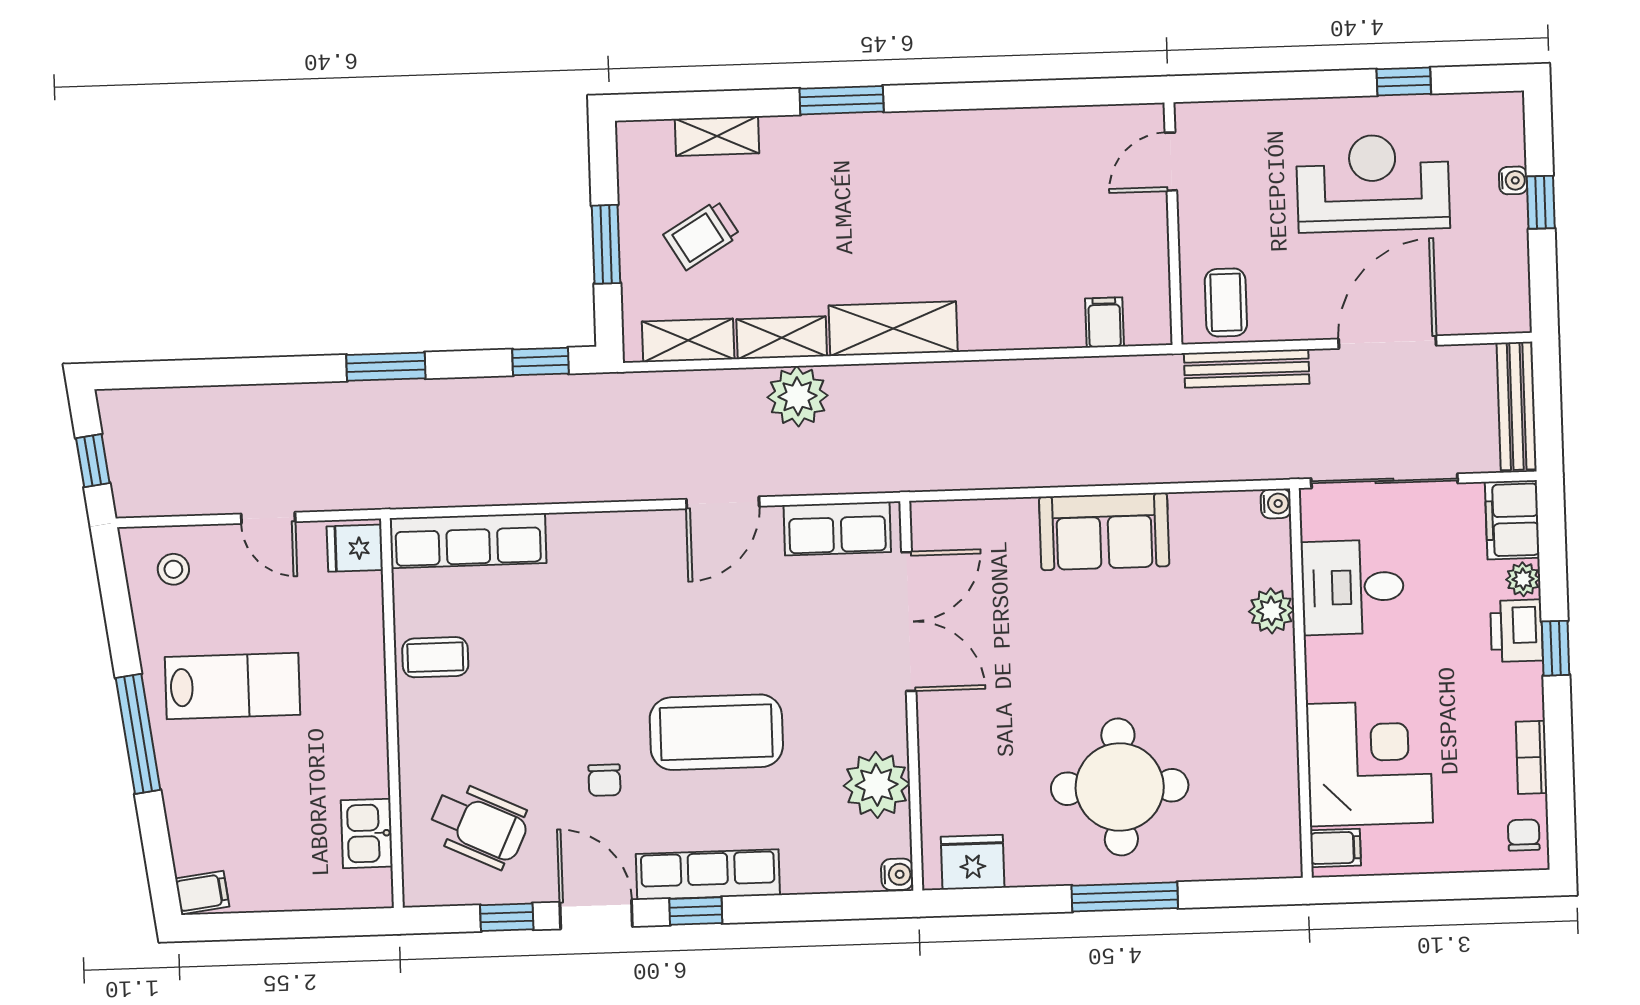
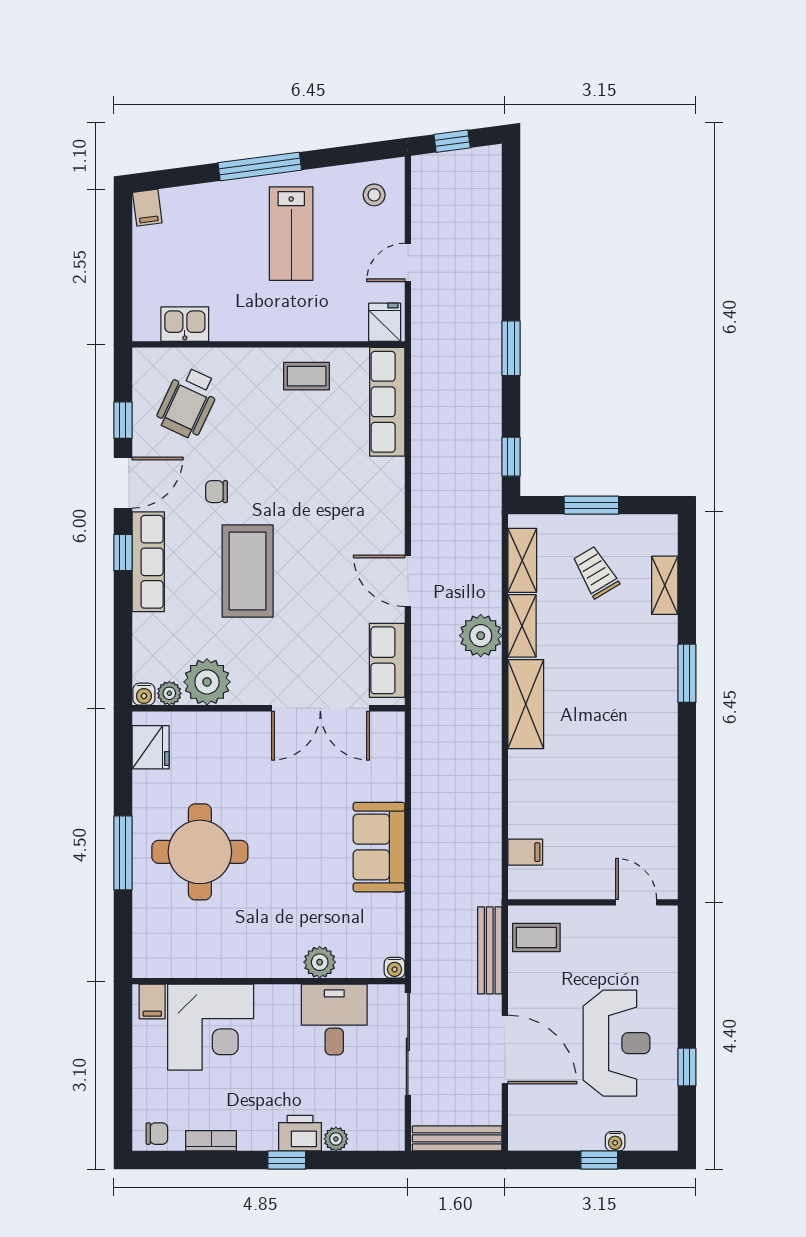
filing cabinet: (1512, 520) -> (378, 1133), removed
coffee table: (435, 657) -> (307, 376), turned 90
plant: (895, 838) -> (169, 693), added

